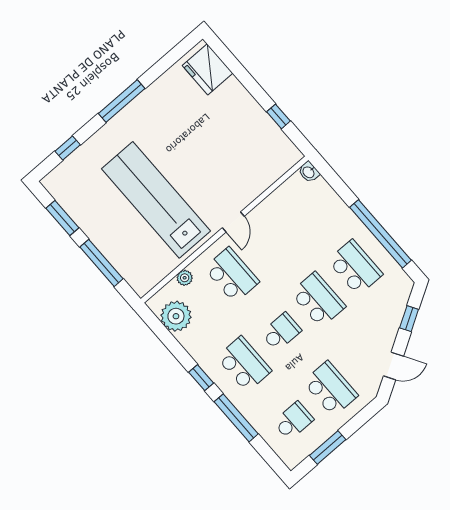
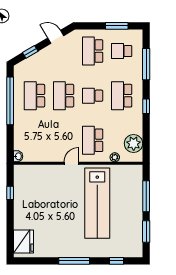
window: (236, 418) -> (146, 64), moved

